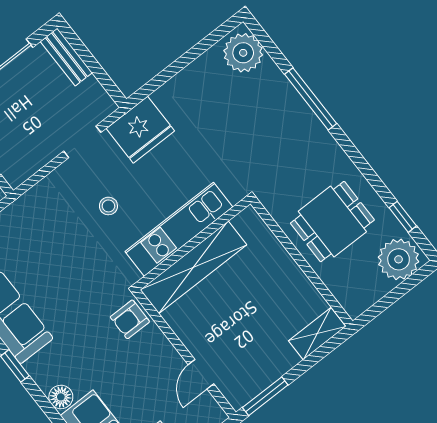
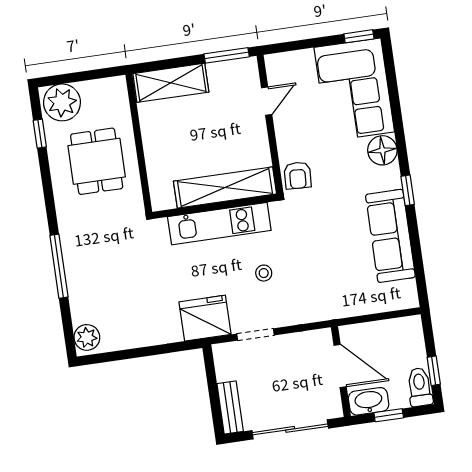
plant: (243, 53) -> (87, 337), width x0.73, depth x0.73
dining table: (332, 222) -> (97, 161), turned 90
armchair: (130, 319) -> (298, 175), turned 93
shelving: (317, 334) -> (171, 83), width x1.50, depth x1.33
floor lamp: (61, 397) -> (382, 150), width x1.38, depth x1.38

